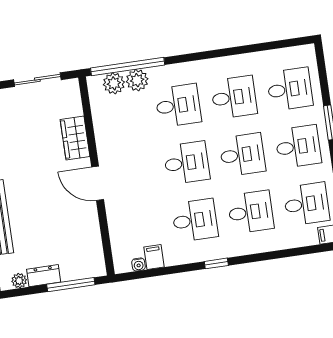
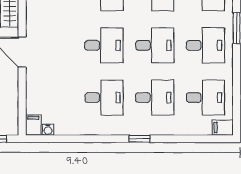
filing cabinet: (154, 257) -> (33, 125), moved
window: (216, 263) -> (139, 139), moved

